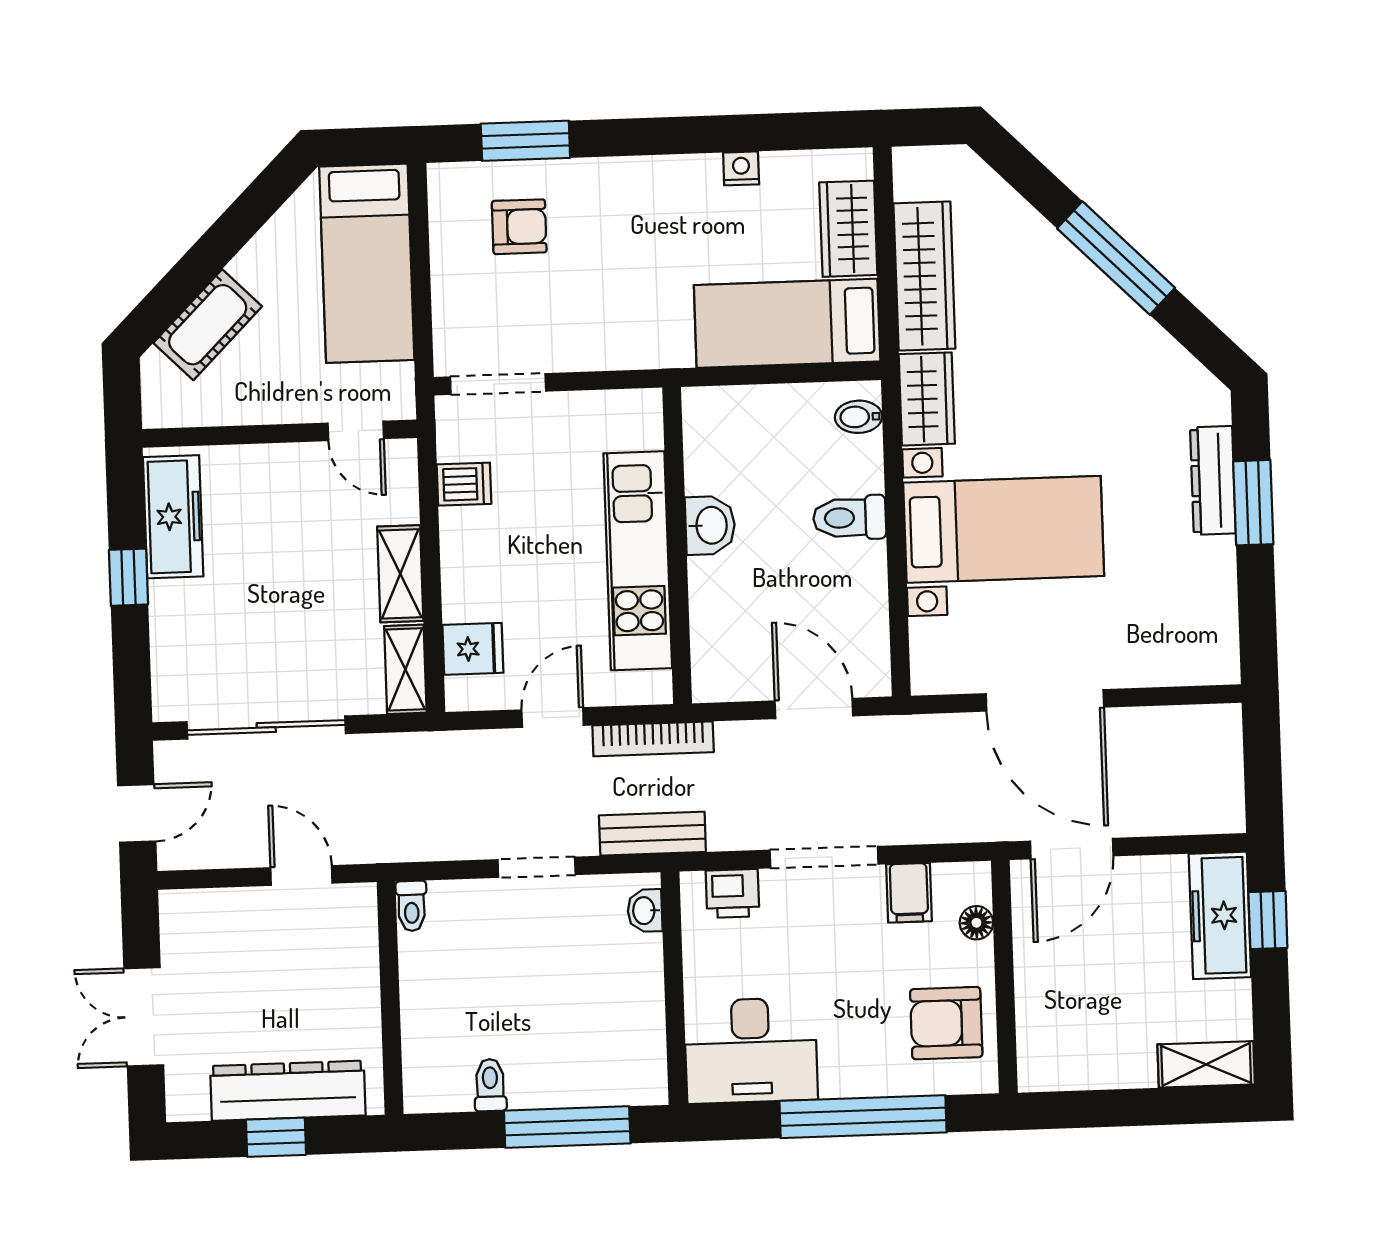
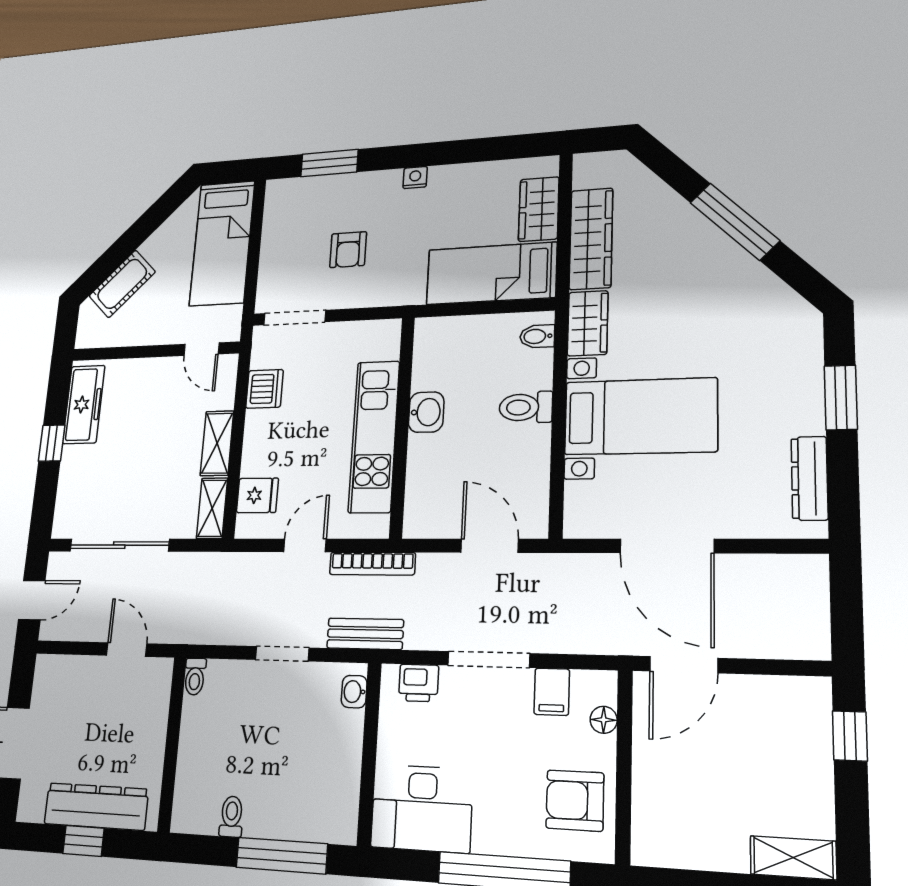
nightstand: (741, 168) -> (415, 178), moved
armchair: (519, 227) -> (348, 250), moved, turned 90
dresser: (1213, 480) -> (810, 478), moved
dishwasher: (464, 484) -> (265, 389), width x1.38
freezer: (1220, 915) -> (808, 729), removed

